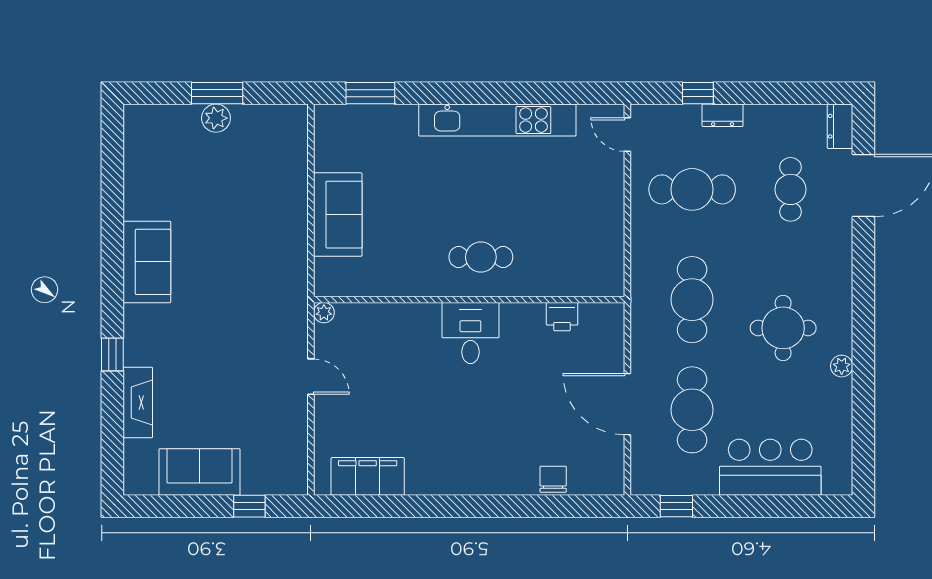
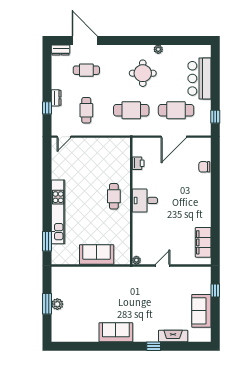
kitchen unit: (497, 120) -> (58, 212), moved
cafe table: (692, 189) -> (86, 110), width x0.73, depth x0.74

